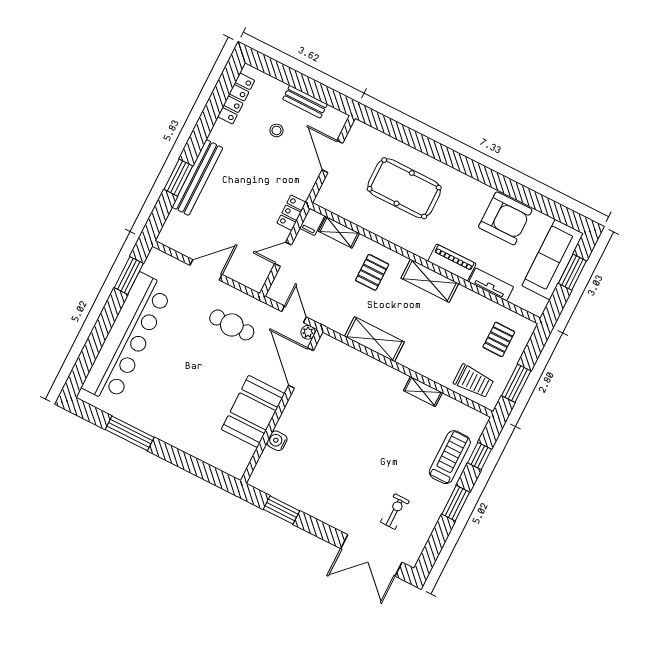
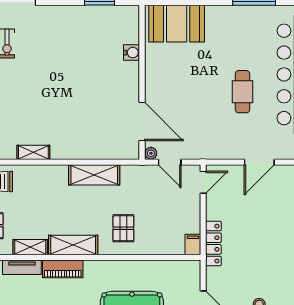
locker: (291, 213) -> (213, 244), width x1.53
shelving: (339, 232) -> (30, 247), moved
door: (283, 254) -> (203, 182), moved
cafe table: (232, 325) -> (242, 92), moved, turned 90
booth: (253, 411) -> (177, 24), moved, turned 90

